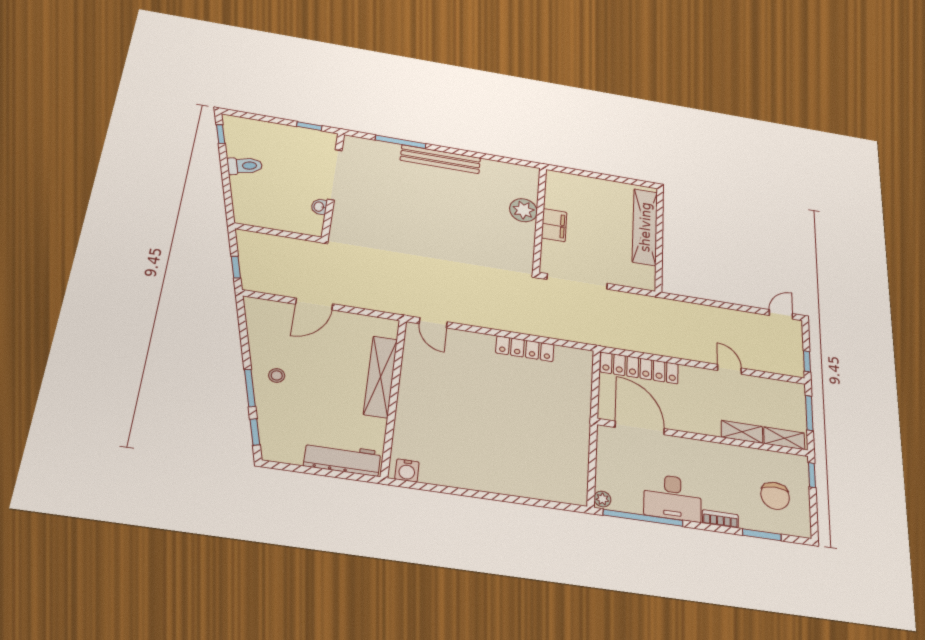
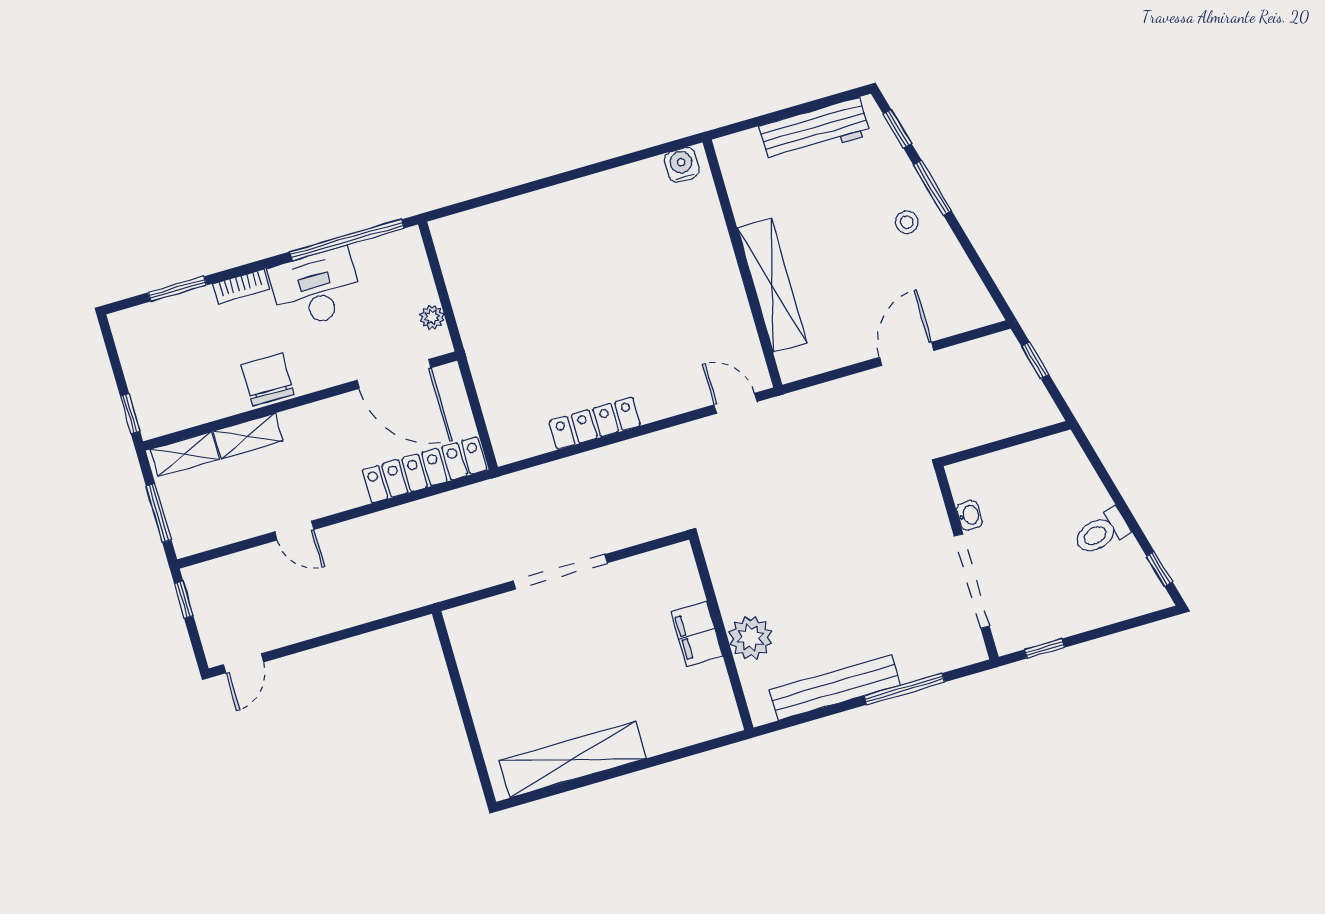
plant: (523, 210) -> (751, 638), moved
wall: (540, 219) -> (721, 634), moved
filing cabinet: (554, 225) -> (697, 634), moved
shelving: (645, 227) -> (573, 759), moved, turned 90
workbench: (342, 459) -> (815, 130), moved
chair: (775, 496) -> (267, 380), moved
plant: (602, 499) -> (432, 317), moved

